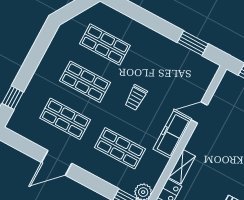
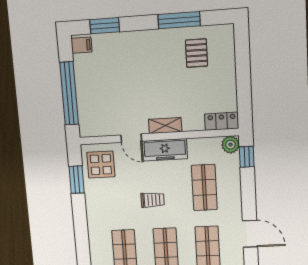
display table: (193, 72) -> (101, 165), added
shelving: (182, 167) -> (165, 126), moved

